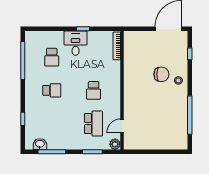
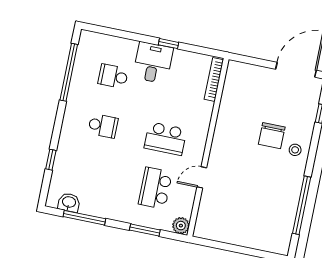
school desk: (52, 57) -> (113, 76), turned 90
chair: (161, 74) -> (272, 136), turned 90
school desk: (94, 90) -> (165, 139), width x1.85
school desk: (94, 124) -> (155, 188), turned 180
door: (122, 126) -> (202, 177), moved

